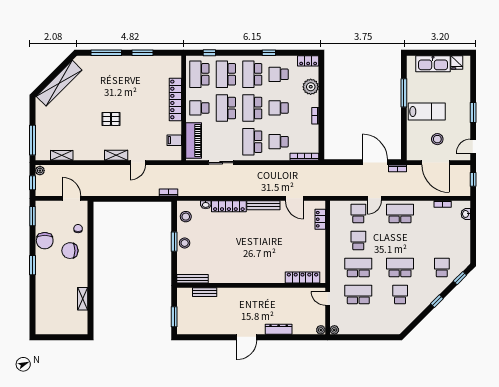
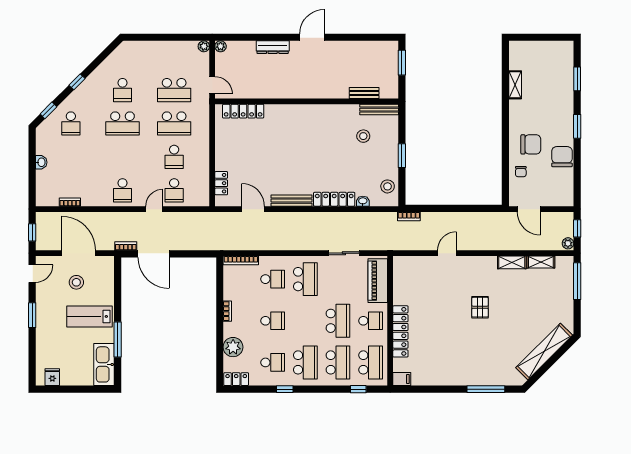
window: (142, 53) -> (441, 389), removed
kitchen sink: (433, 64) -> (104, 364), moved, turned -90
school desk: (252, 108) -> (305, 321), removed
pallet: (111, 119) -> (480, 307), turned 90
filing cabinet: (174, 140) -> (402, 379), moved
shelving: (116, 155) -> (512, 262), moved
school desk: (400, 213) -> (122, 190), width x0.54
washbasin: (466, 214) -> (41, 162), moved
window: (33, 216) -> (577, 79), moved
stool: (185, 243) -> (363, 136), moved

